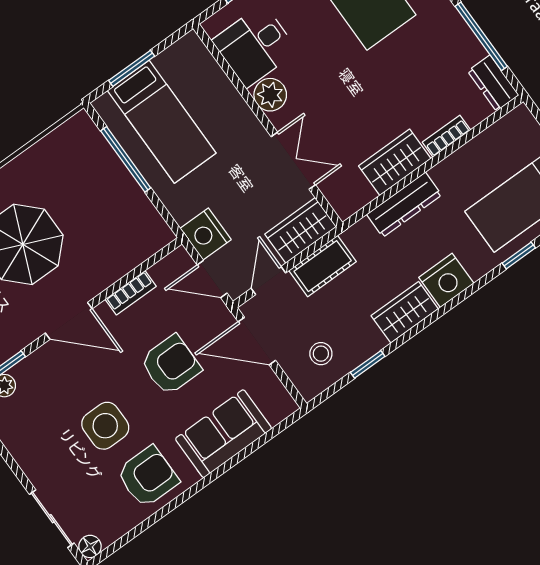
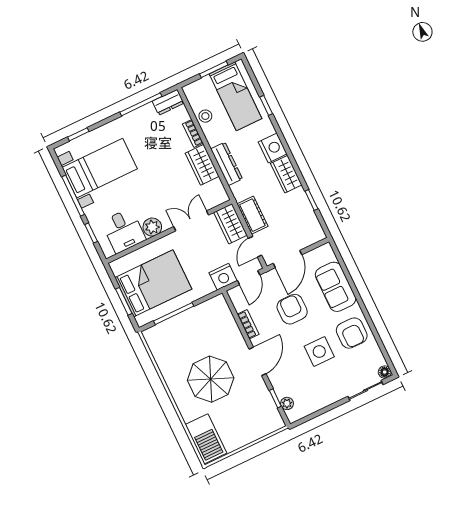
bed: (162, 122) -> (153, 283), width x1.50
door: (268, 281) -> (255, 247), hinge flipped
stool: (321, 354) -> (205, 116), moved
armchair: (148, 477) -> (352, 333), turned 180

